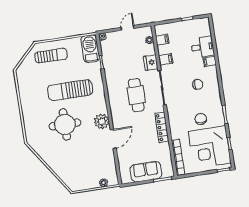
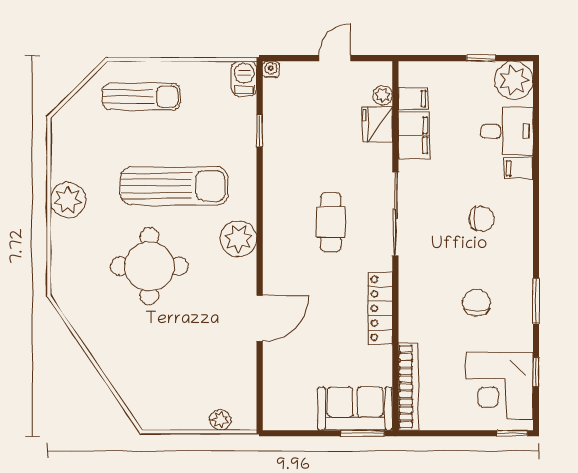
plant: (202, 26) -> (514, 80), added
barbecue: (90, 49) -> (244, 79), width x0.53, depth x0.65
filing cabinet: (166, 59) -> (414, 135), width x2.00
fridge: (151, 63) -> (377, 124), moved
sun lounger: (70, 90) -> (174, 186), turned 180
cafe table: (136, 95) -> (331, 222), width x0.73, depth x0.74
plant: (28, 102) -> (68, 200), added
plant: (102, 121) -> (238, 239), moved
corner desk: (210, 147) -> (499, 386), width x0.74, depth x0.74
sofa: (146, 172) -> (355, 409), moved

